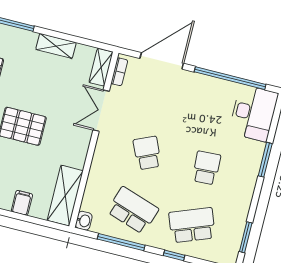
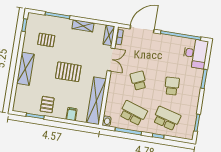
double door: (101, 111) -> (111, 59), swing flipped
shelving: (65, 196) -> (96, 101), width x1.47
school desk: (192, 225) -> (167, 118), turned 36

